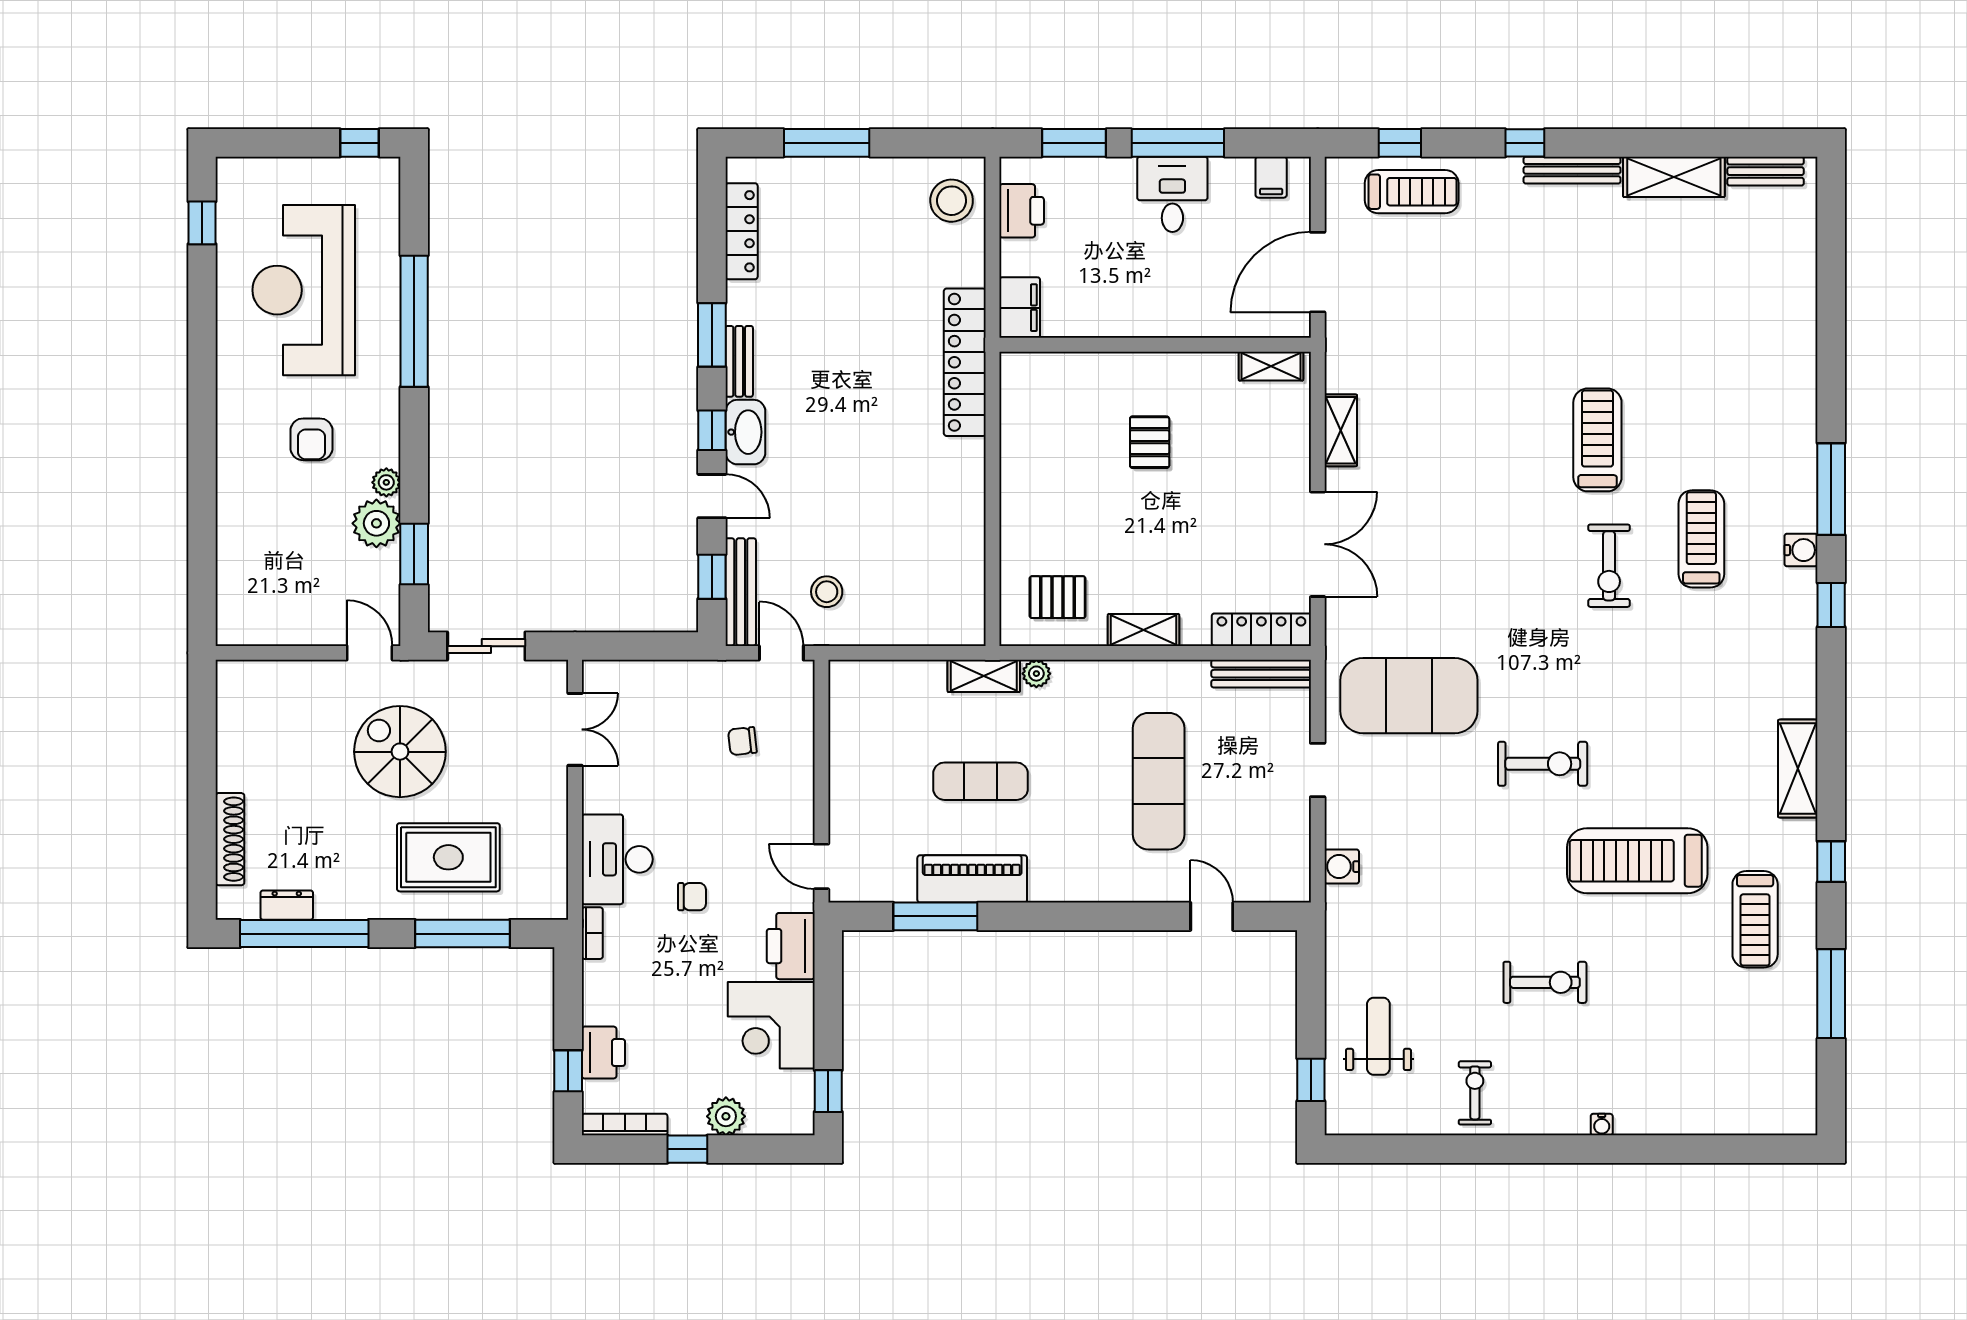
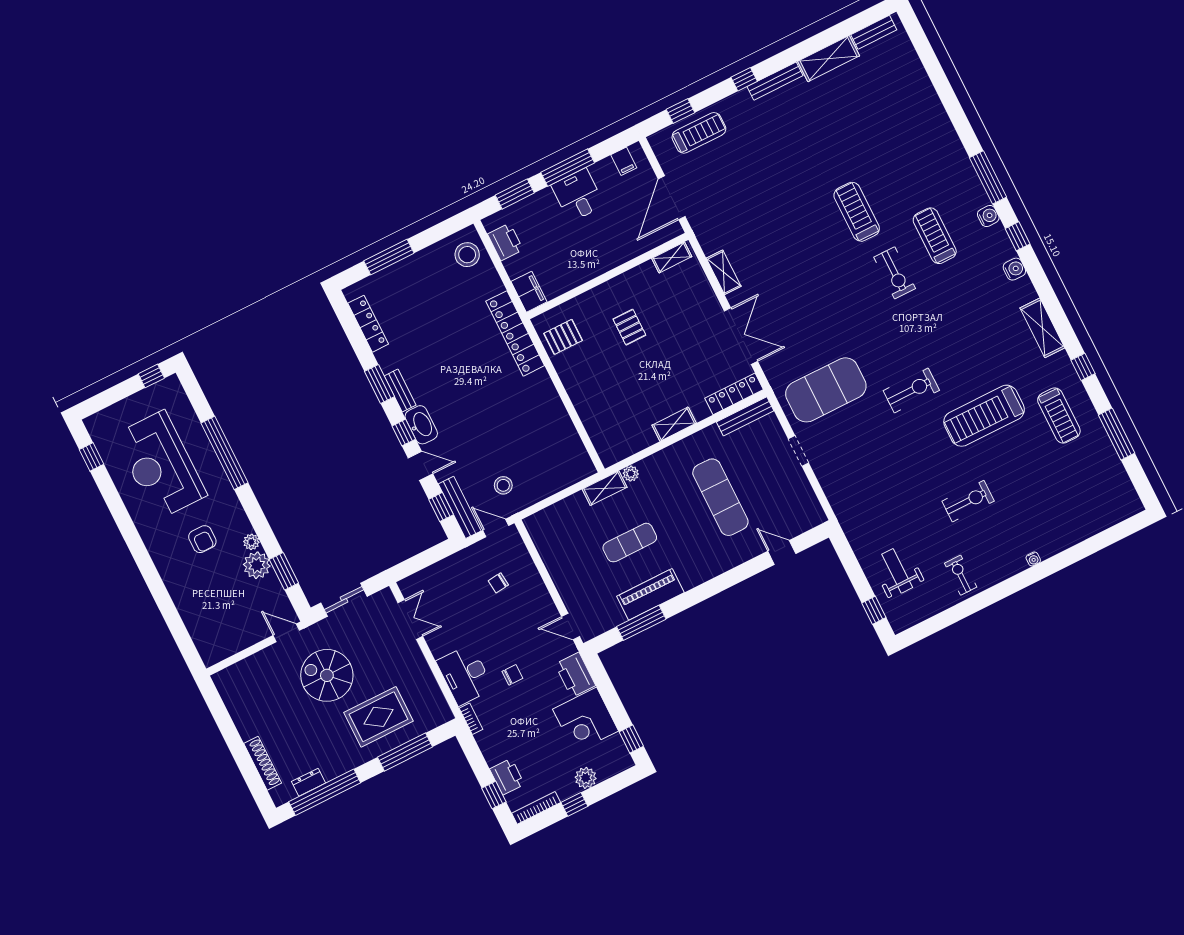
pallet: (1058, 597) -> (563, 337), moved
water cooler: (1342, 867) -> (1014, 269), moved, turned 180

